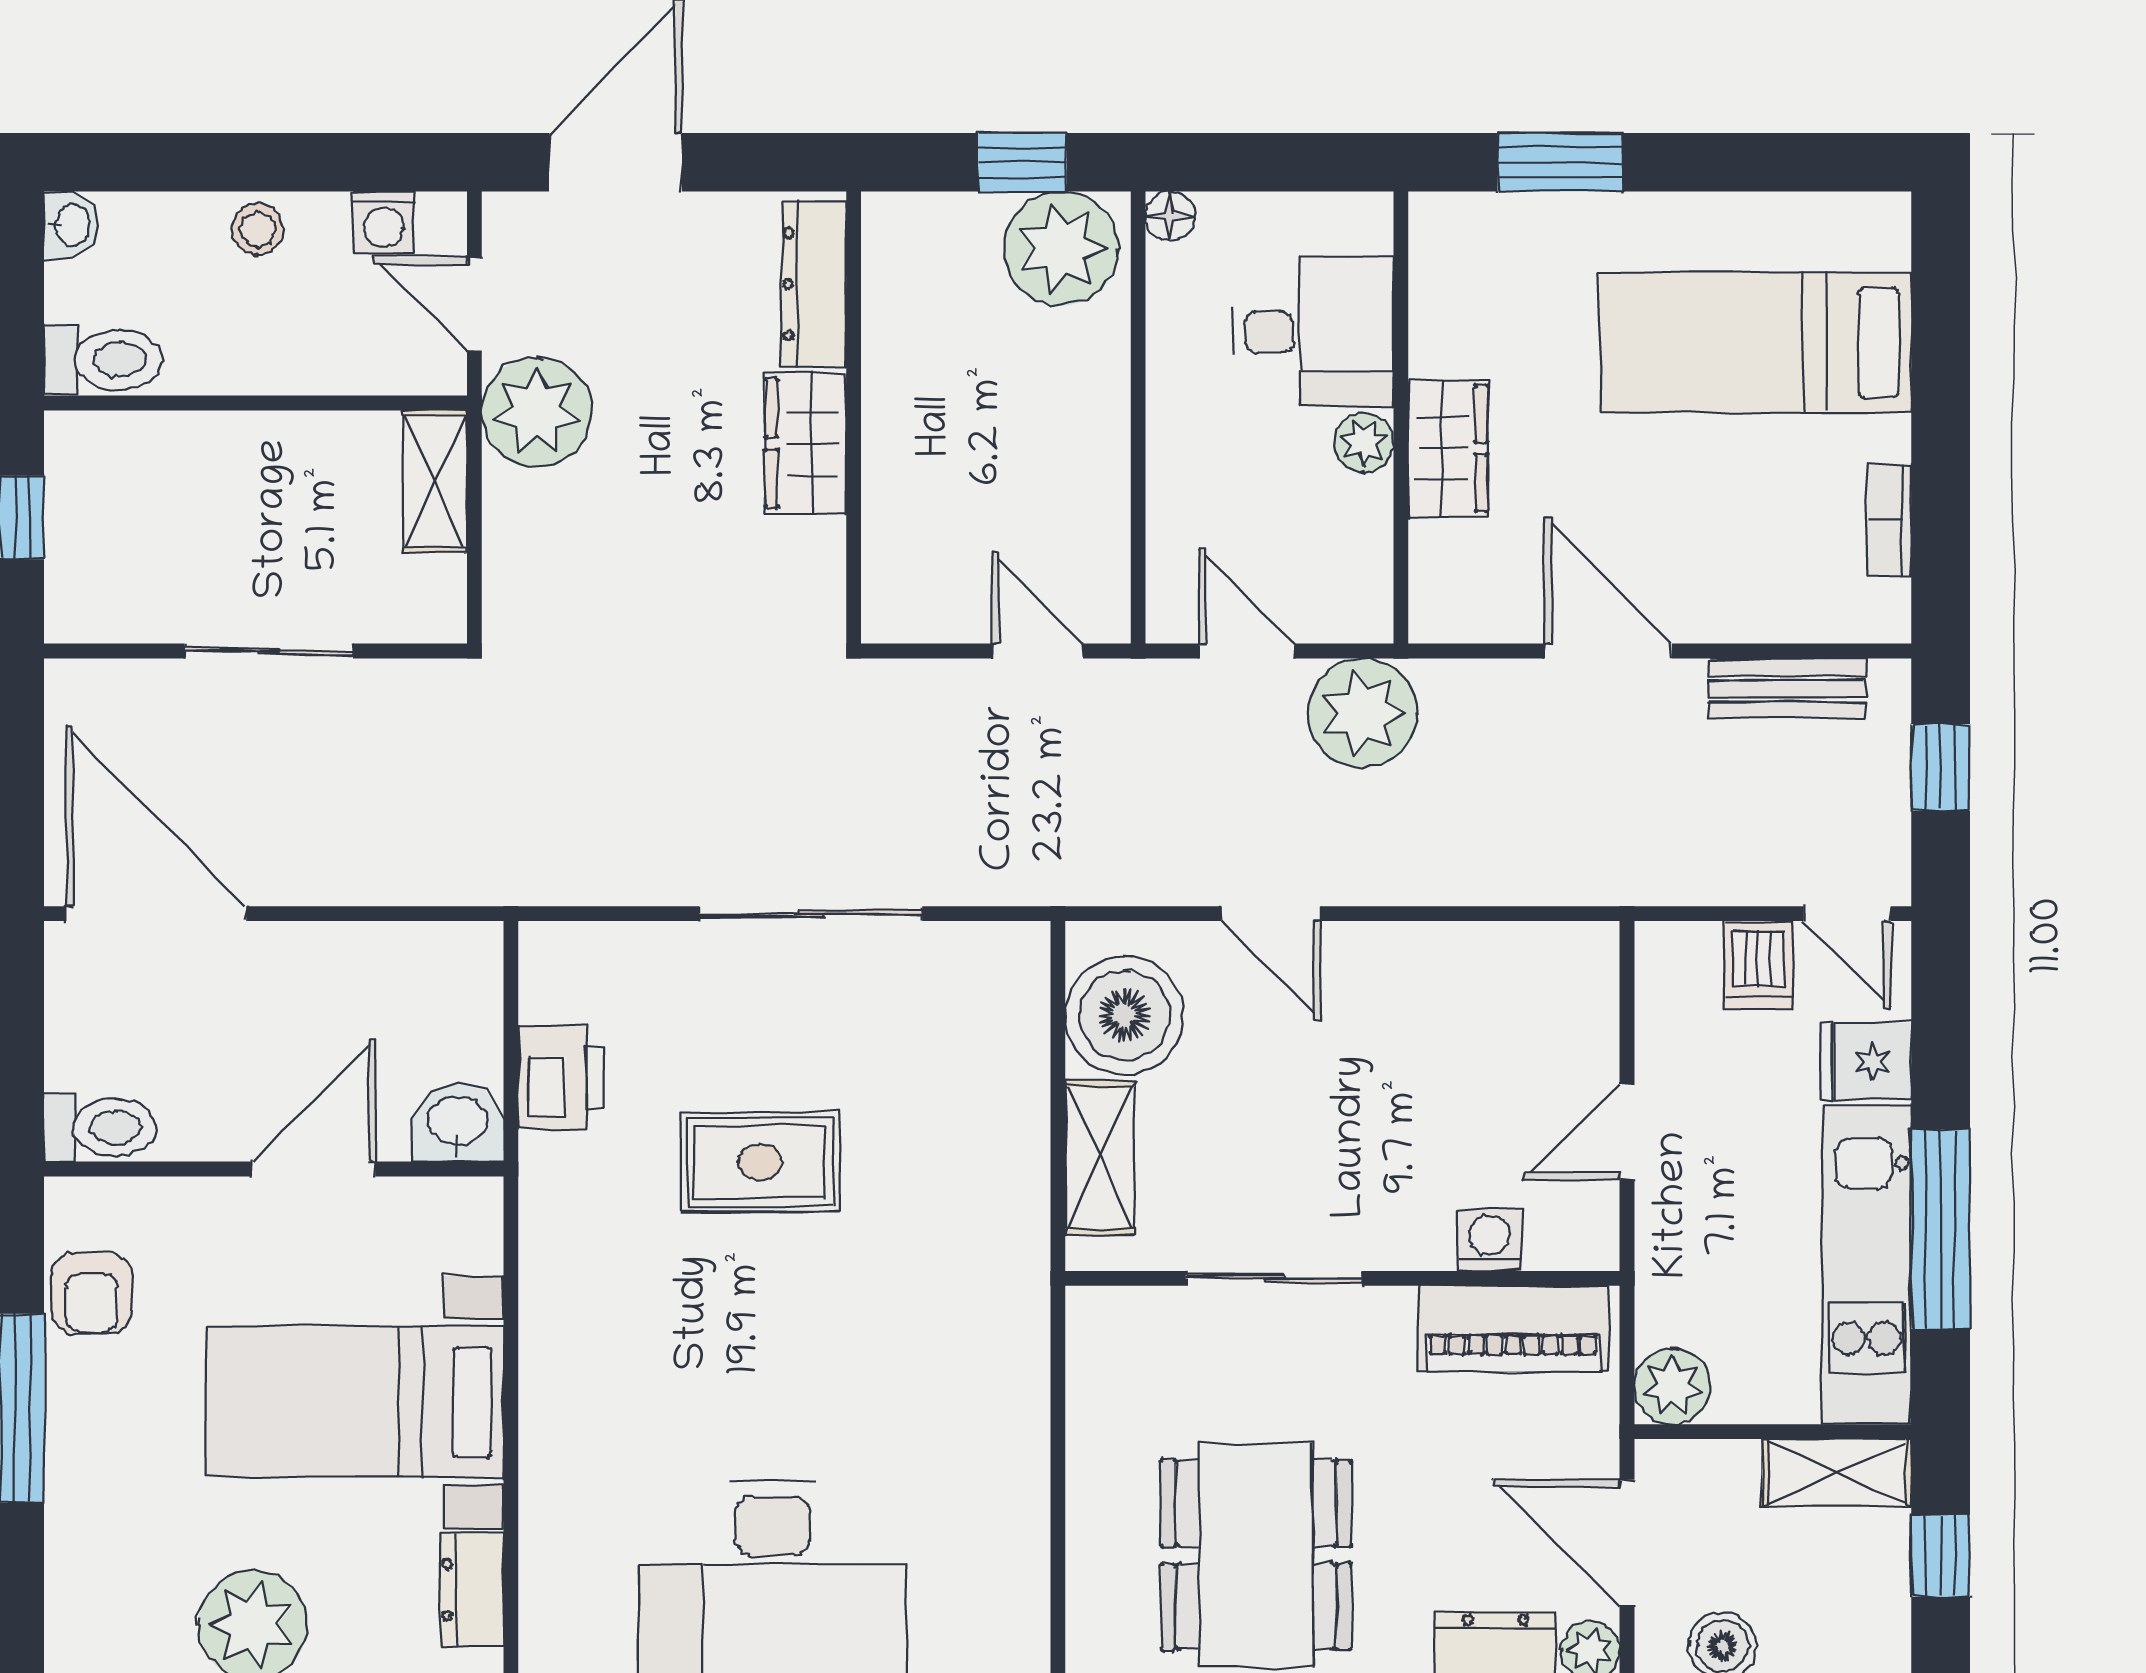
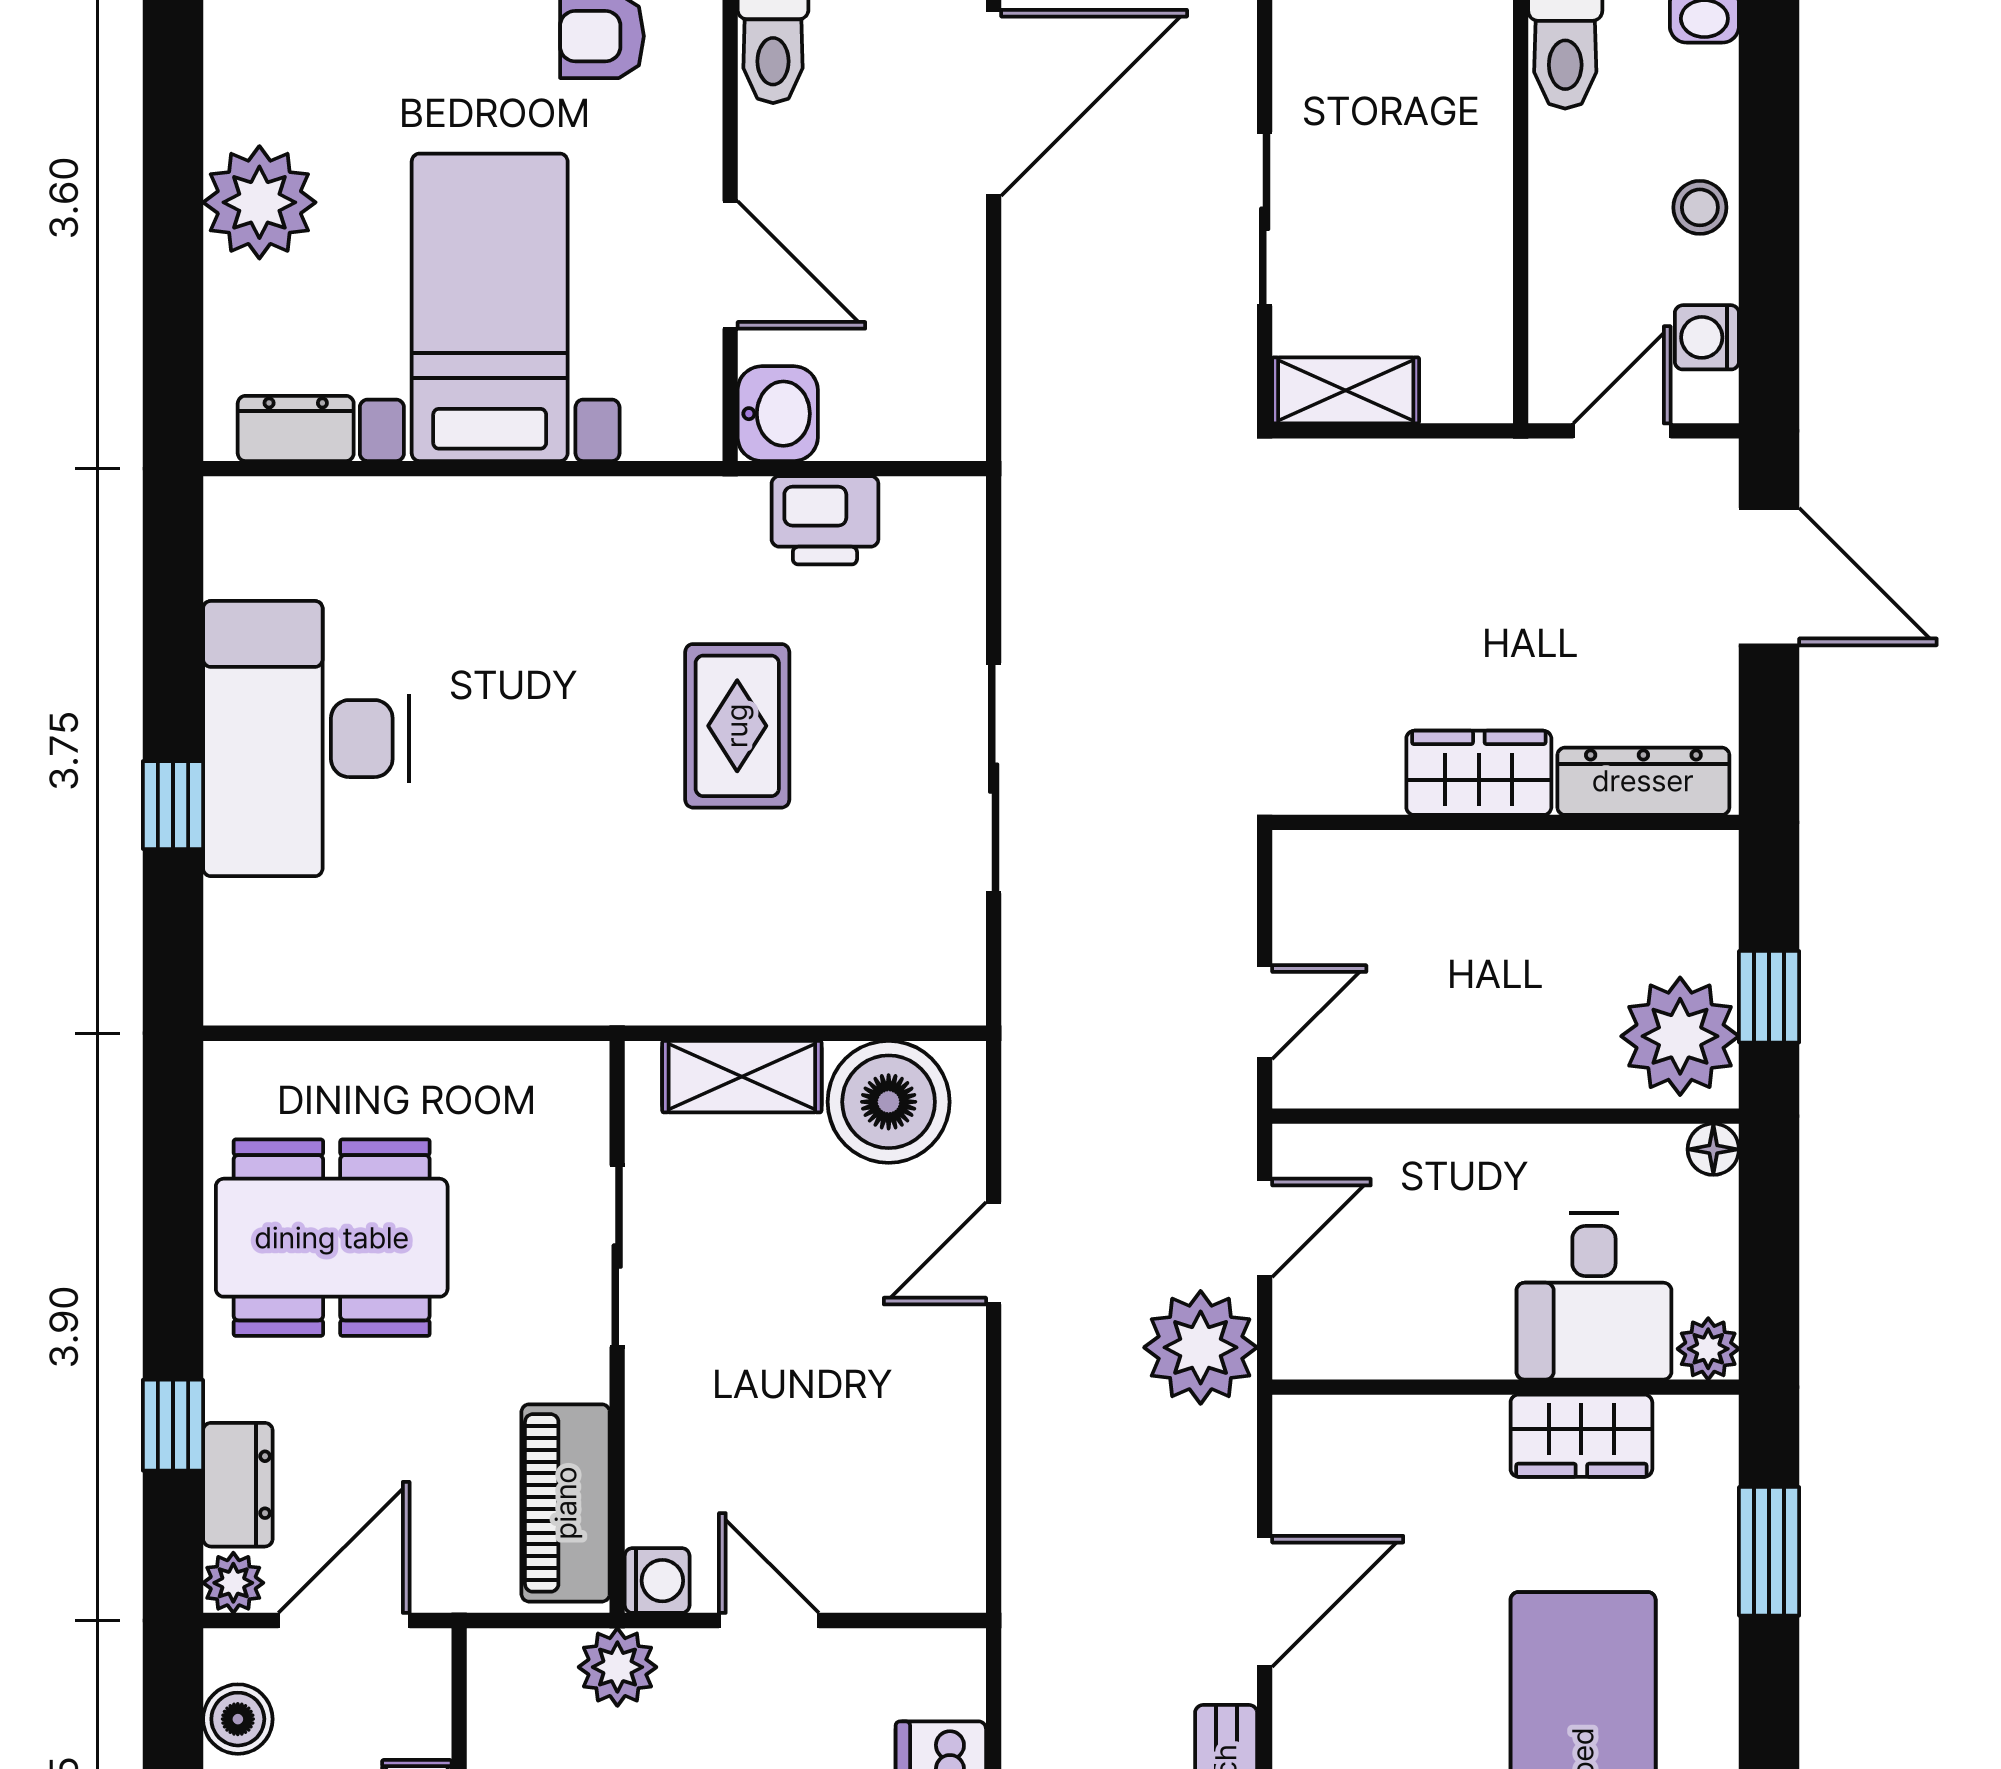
plant: (537, 412) -> (1512, 495), removed
plant: (1364, 443) -> (1708, 1349), moved
wardrobe: (1448, 448) -> (1581, 1436), moved
shelving: (435, 481) -> (1346, 390), moved
washing machine: (1489, 1240) -> (657, 1581), moved
plant: (1672, 1387) -> (617, 1667), moved

